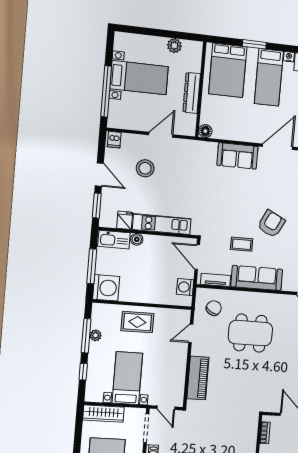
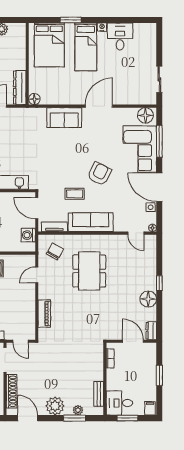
dresser: (192, 93) -> (20, 88), moved
dining table: (250, 333) -> (89, 271), turned 90
piano: (198, 378) -> (44, 314), width x0.73, depth x0.75

